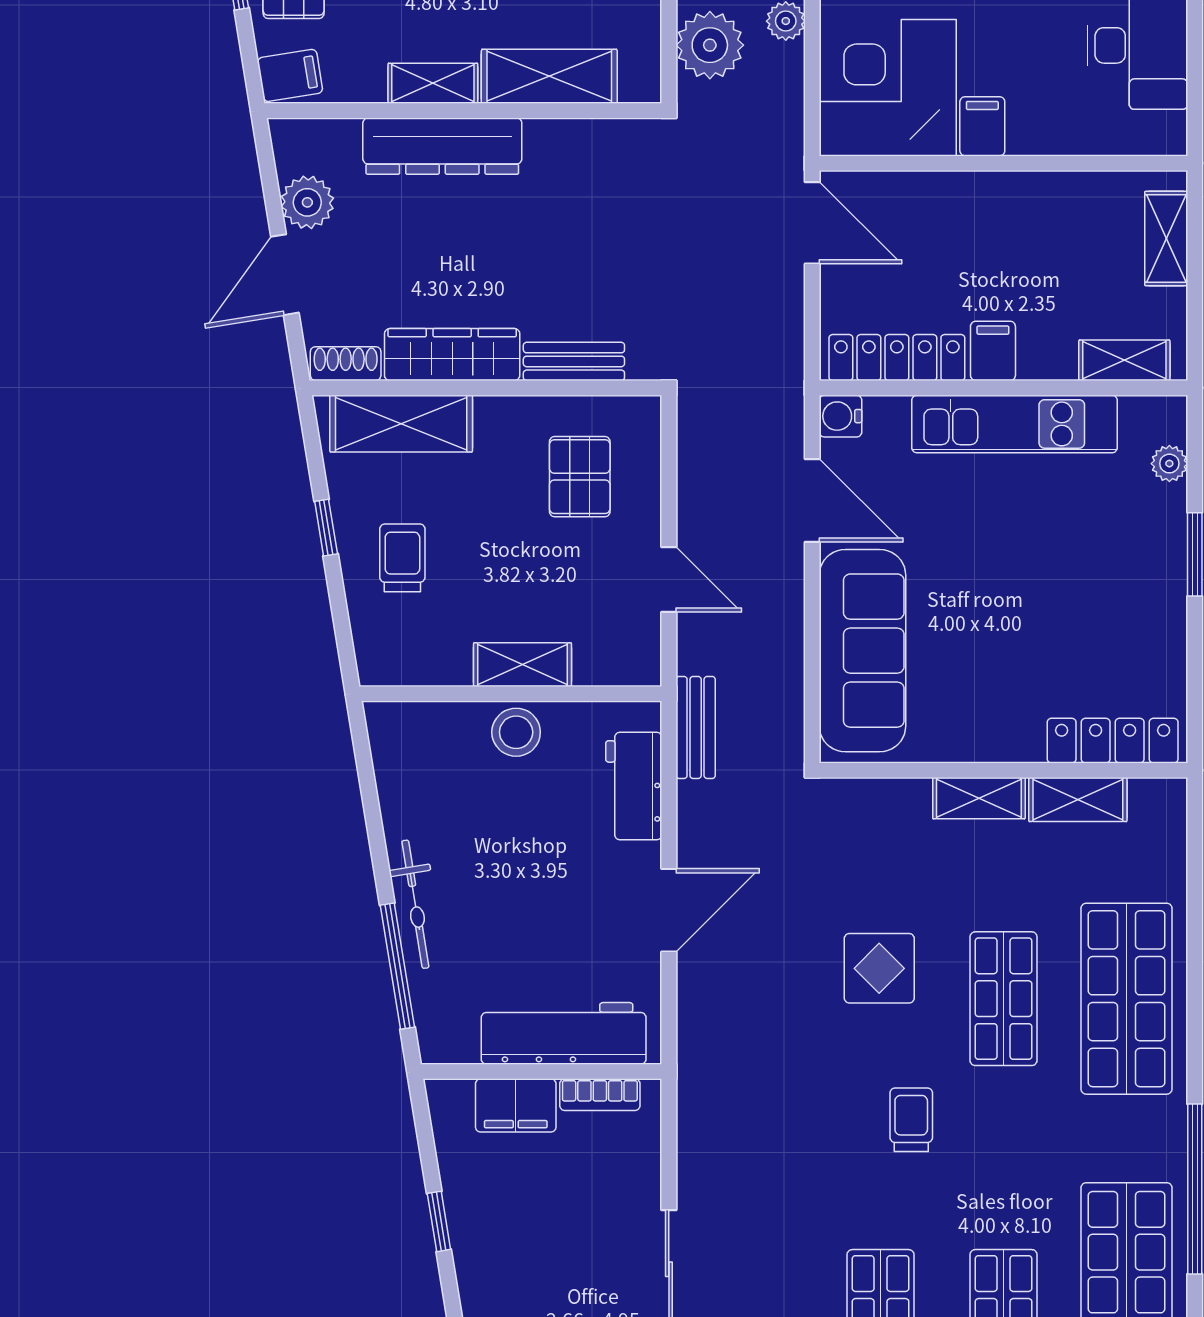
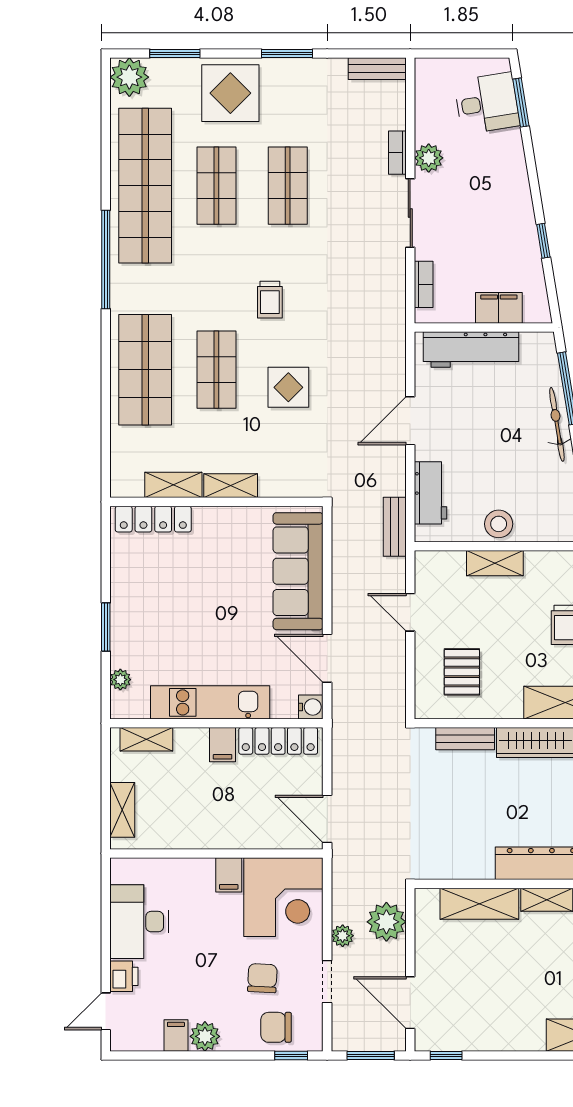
bookcase: (600, 1095) -> (424, 284), moved, turned 90

